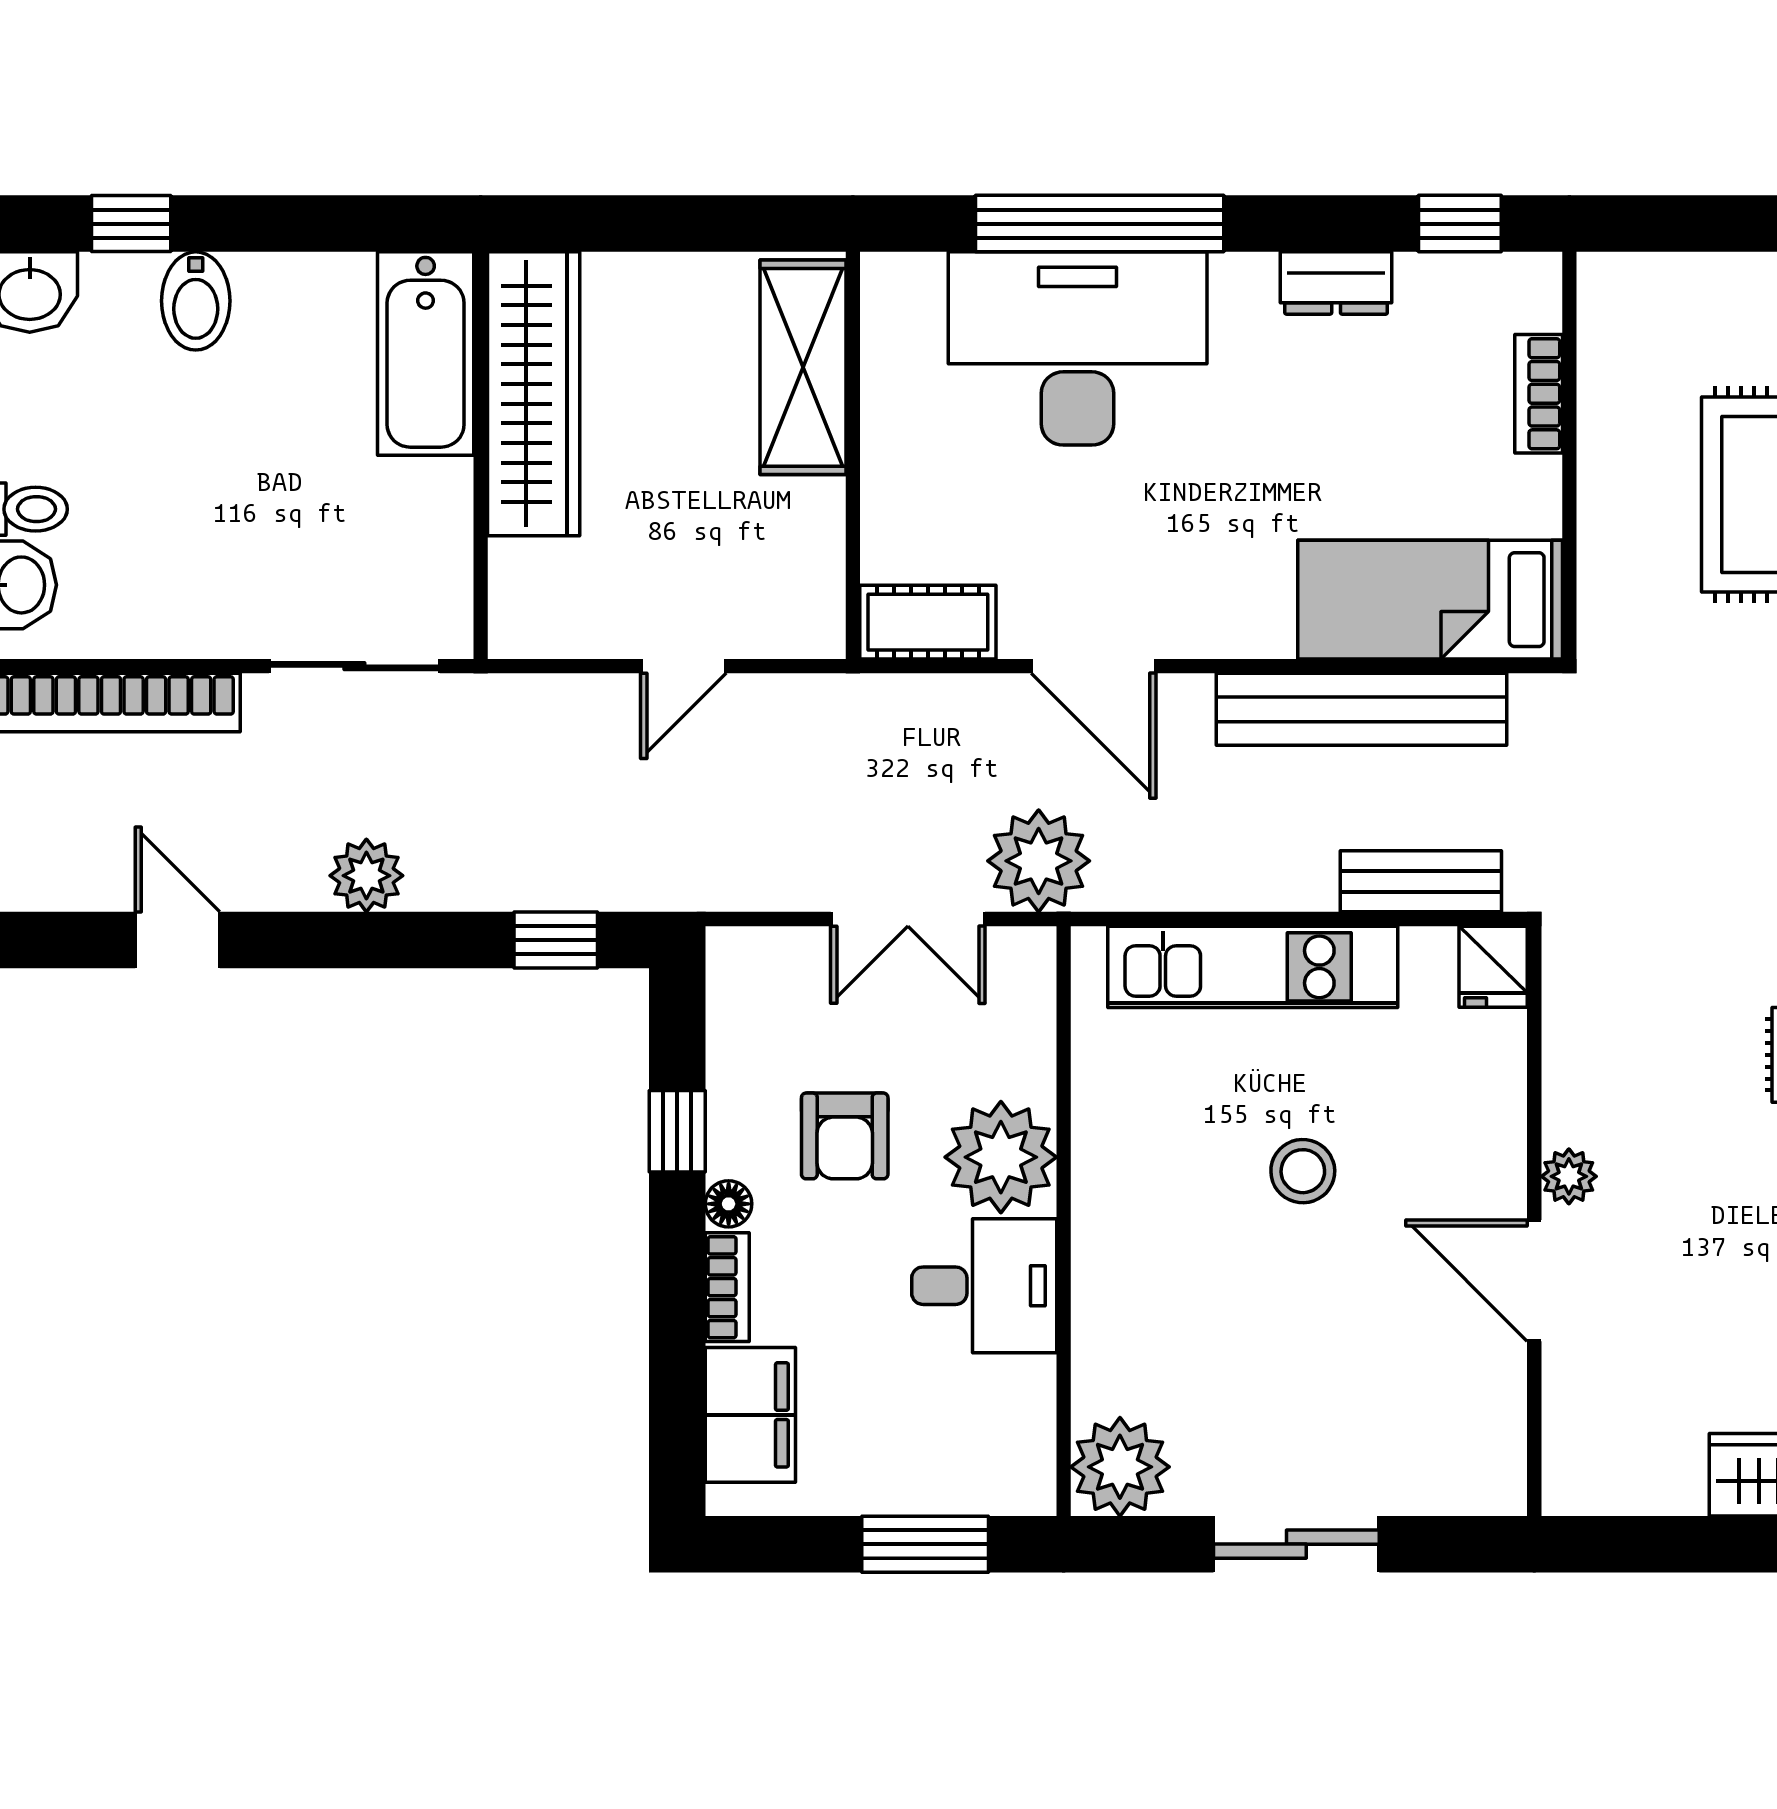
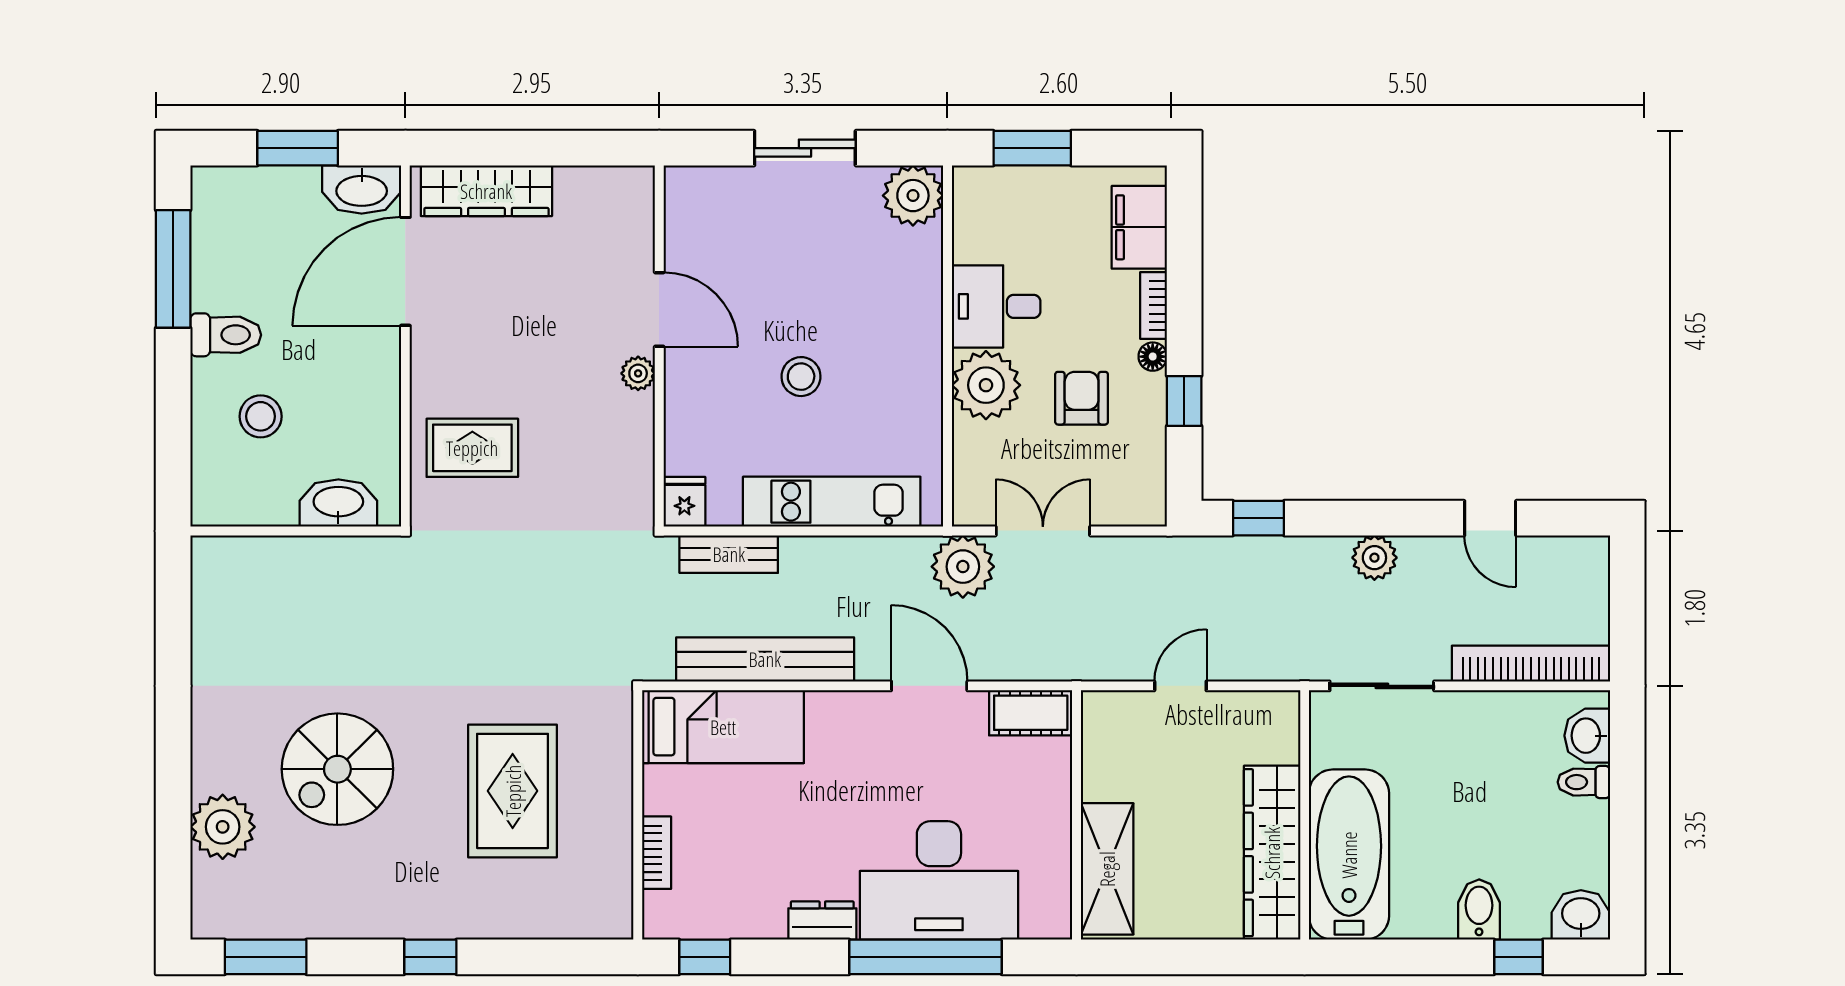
dresser: (1336, 283) -> (822, 921), moved
bathtub: (426, 354) -> (1349, 855), width x1.36, depth x1.36

